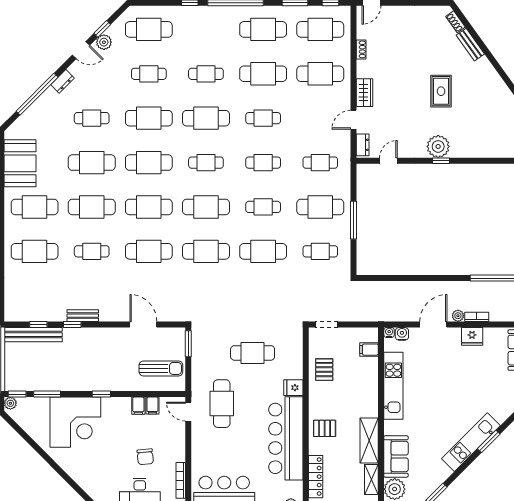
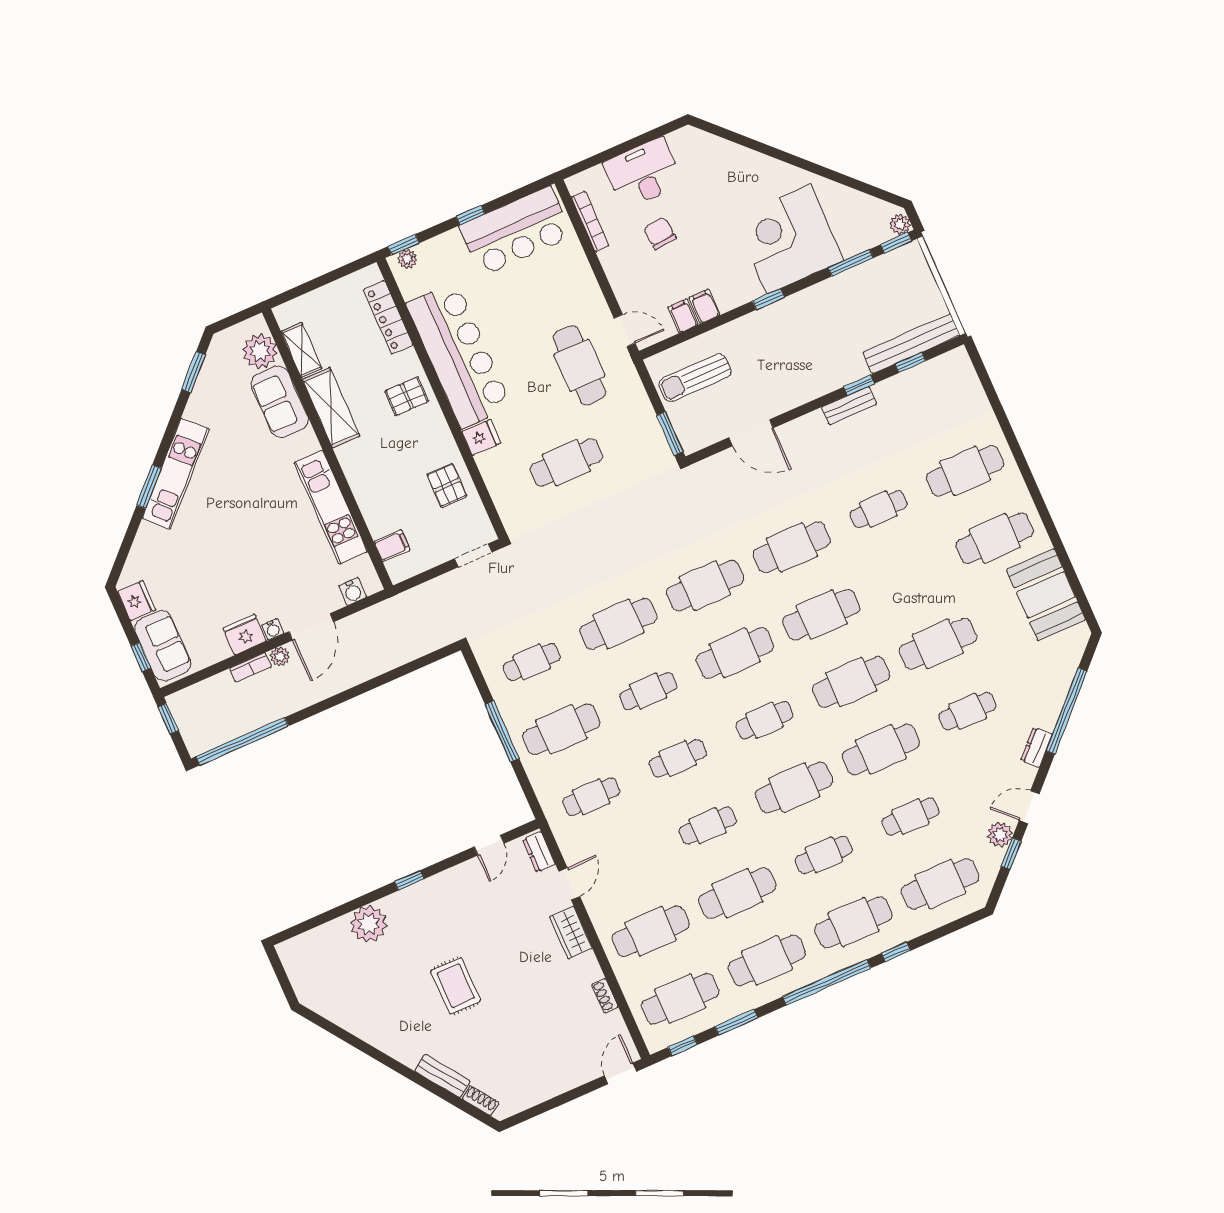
plant: (438, 146) -> (369, 924), moved
cafe table: (92, 207) -> (854, 922), moved
water cooler: (389, 332) -> (273, 629), moved

